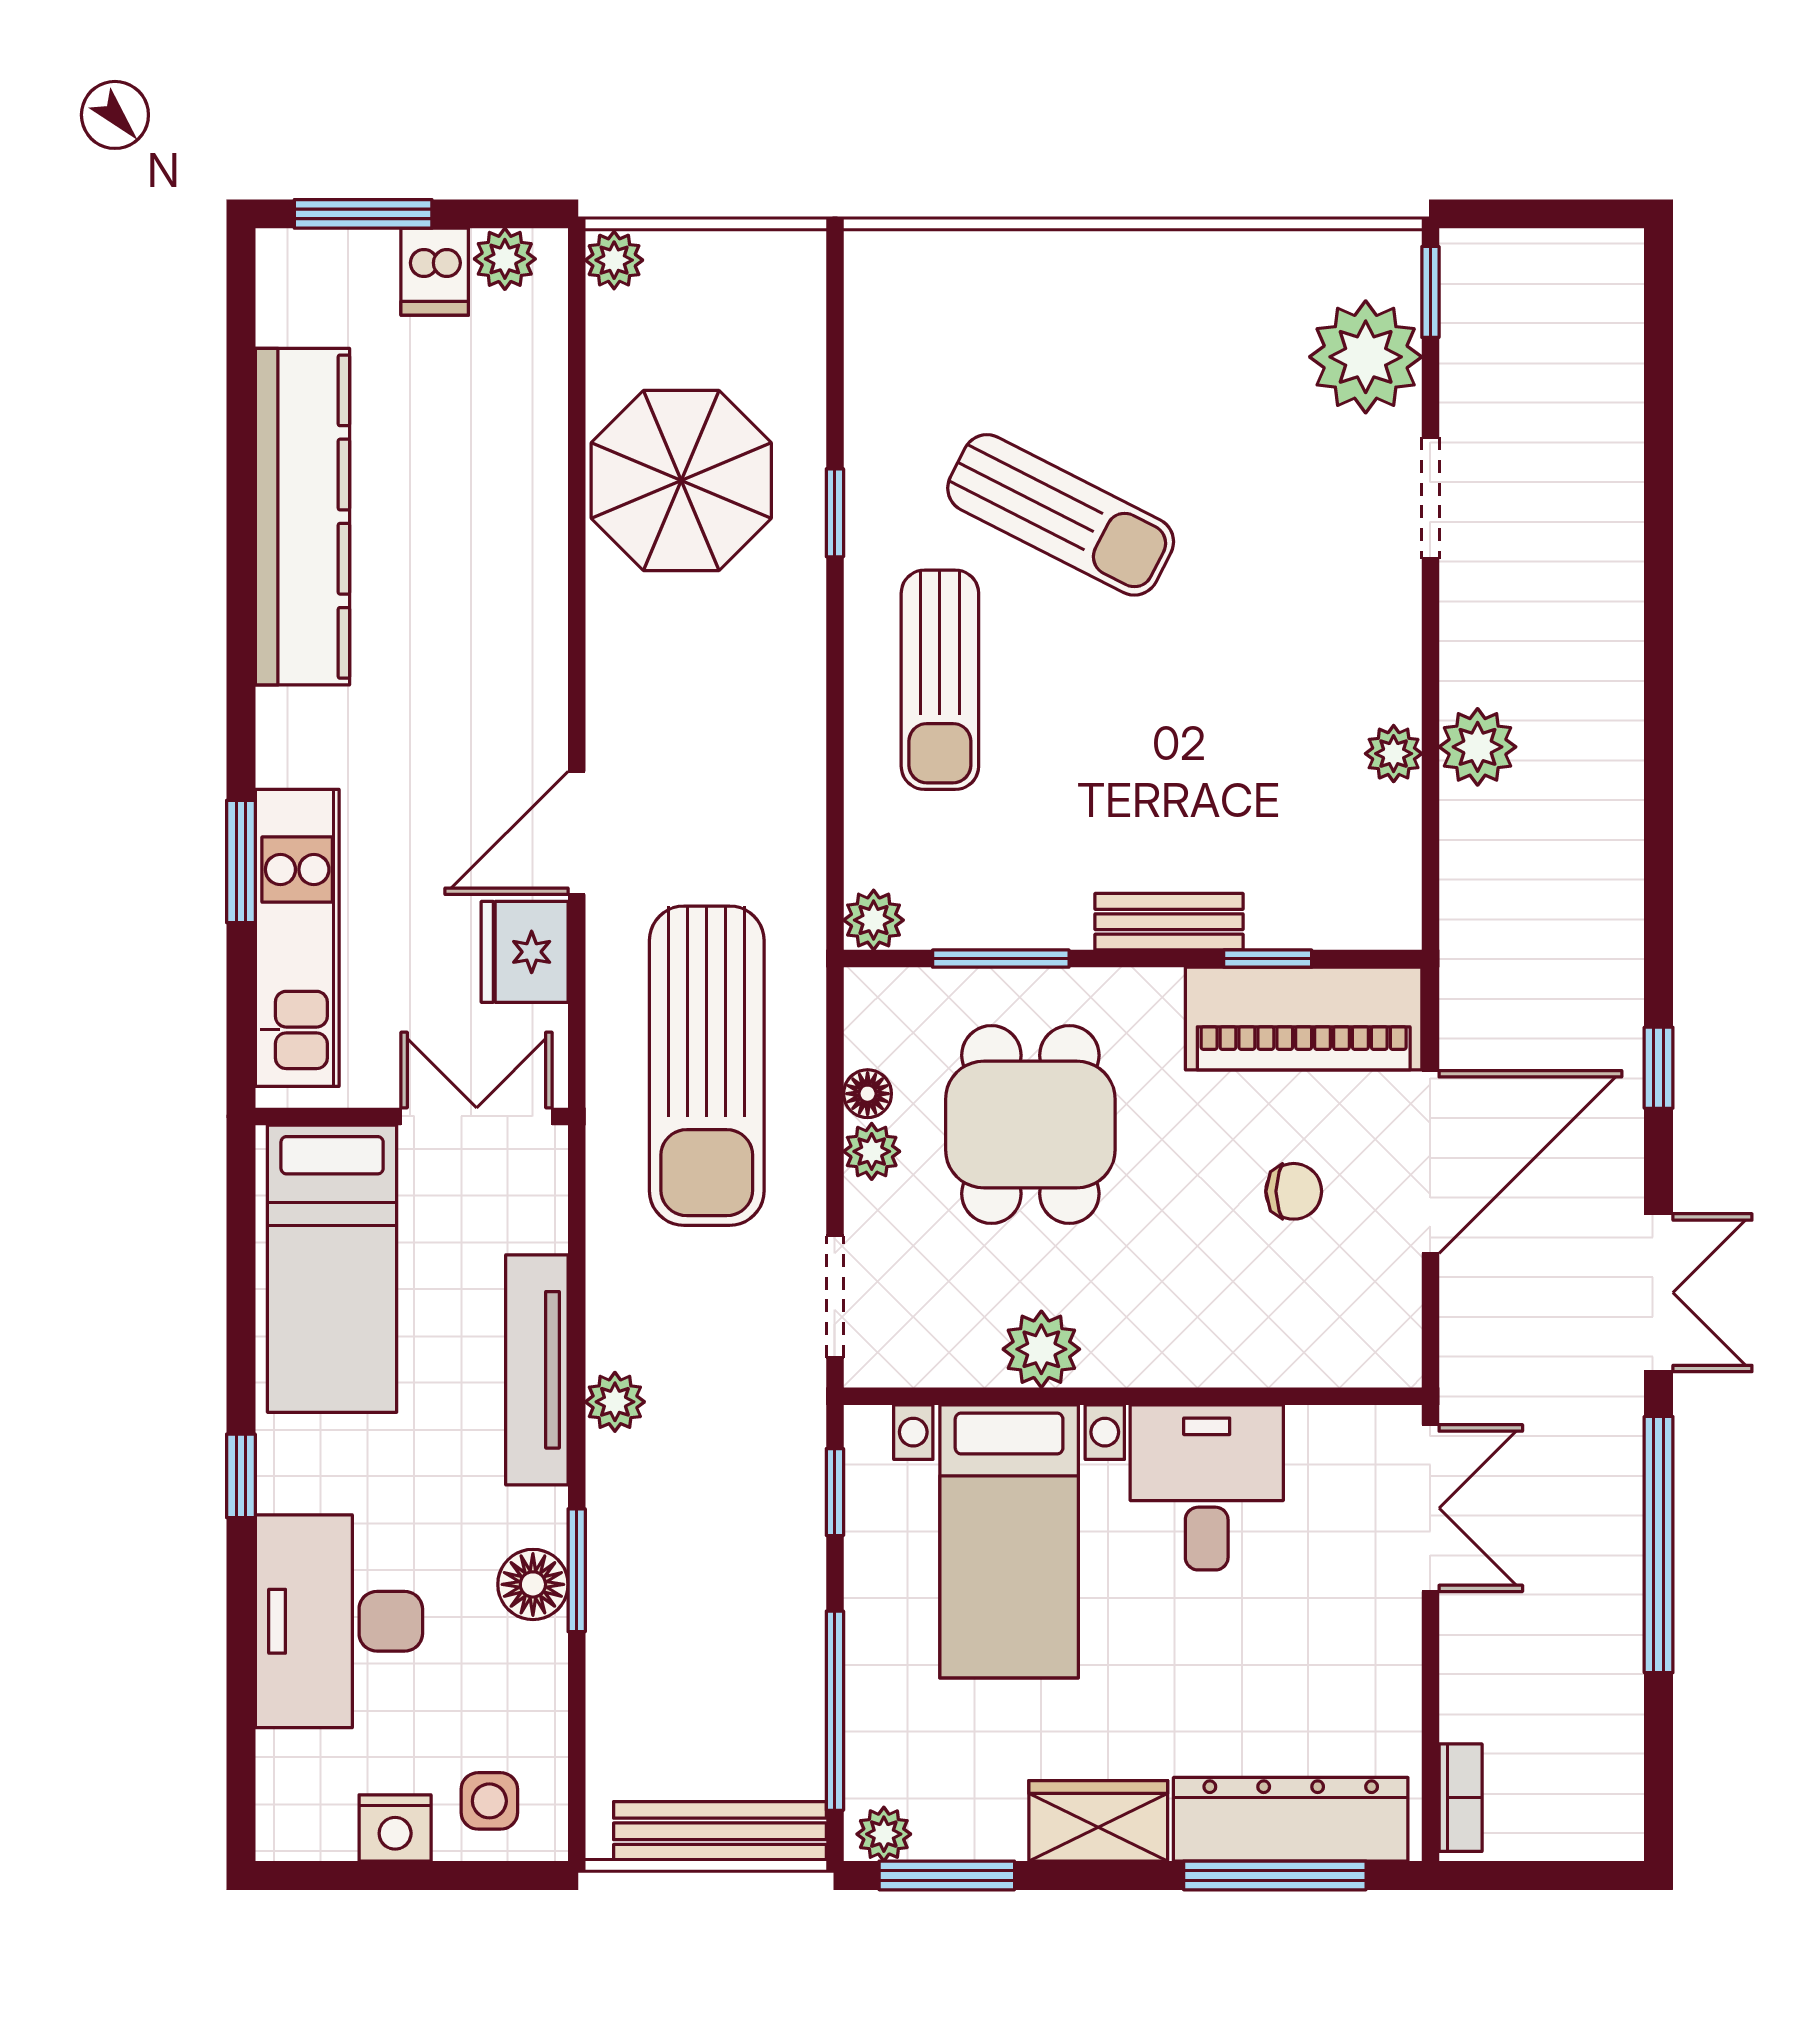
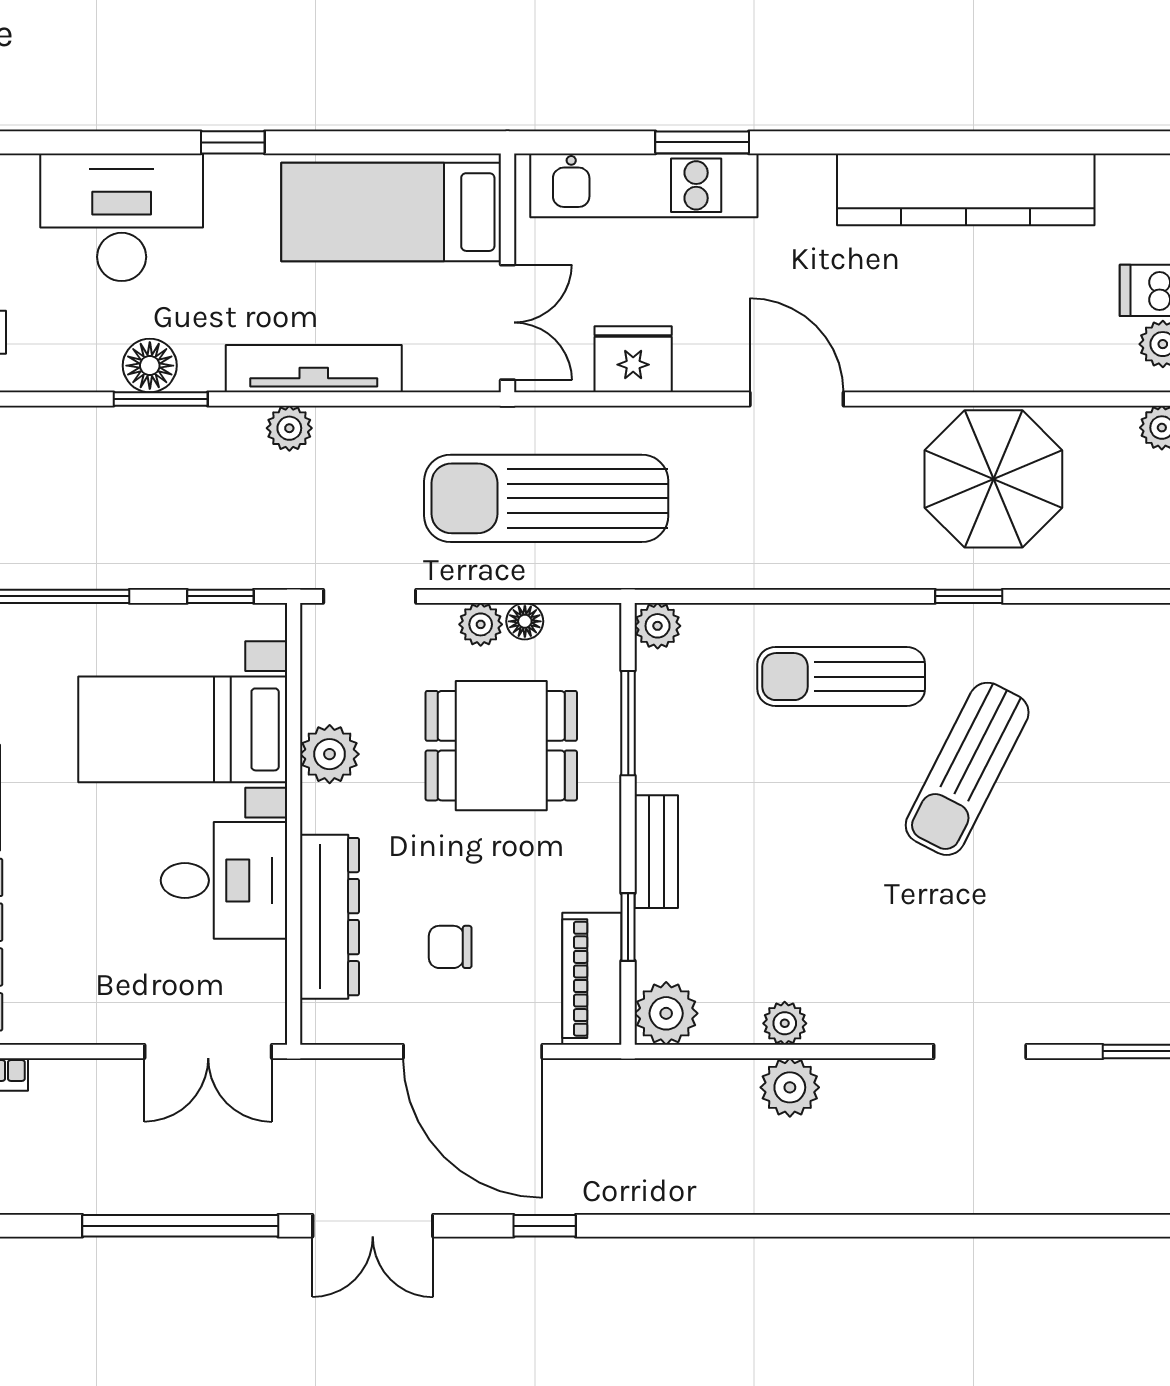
plant: (1366, 357) -> (666, 1013), moved, width x0.73, depth x0.73
door: (577, 833) -> (797, 399), moved
piano: (1304, 1019) -> (592, 979), width x0.73, depth x0.75
chair: (1294, 1191) -> (450, 947), turned 90
dresser: (1254, 1349) -> (329, 917), added

